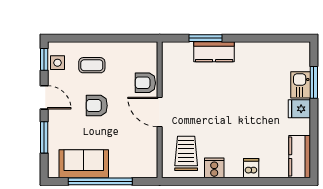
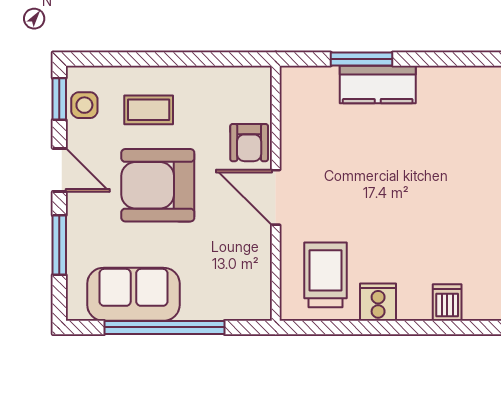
armchair: (145, 83) -> (249, 143), turned -90
armchair: (97, 106) -> (158, 185), width x1.88, depth x1.88

